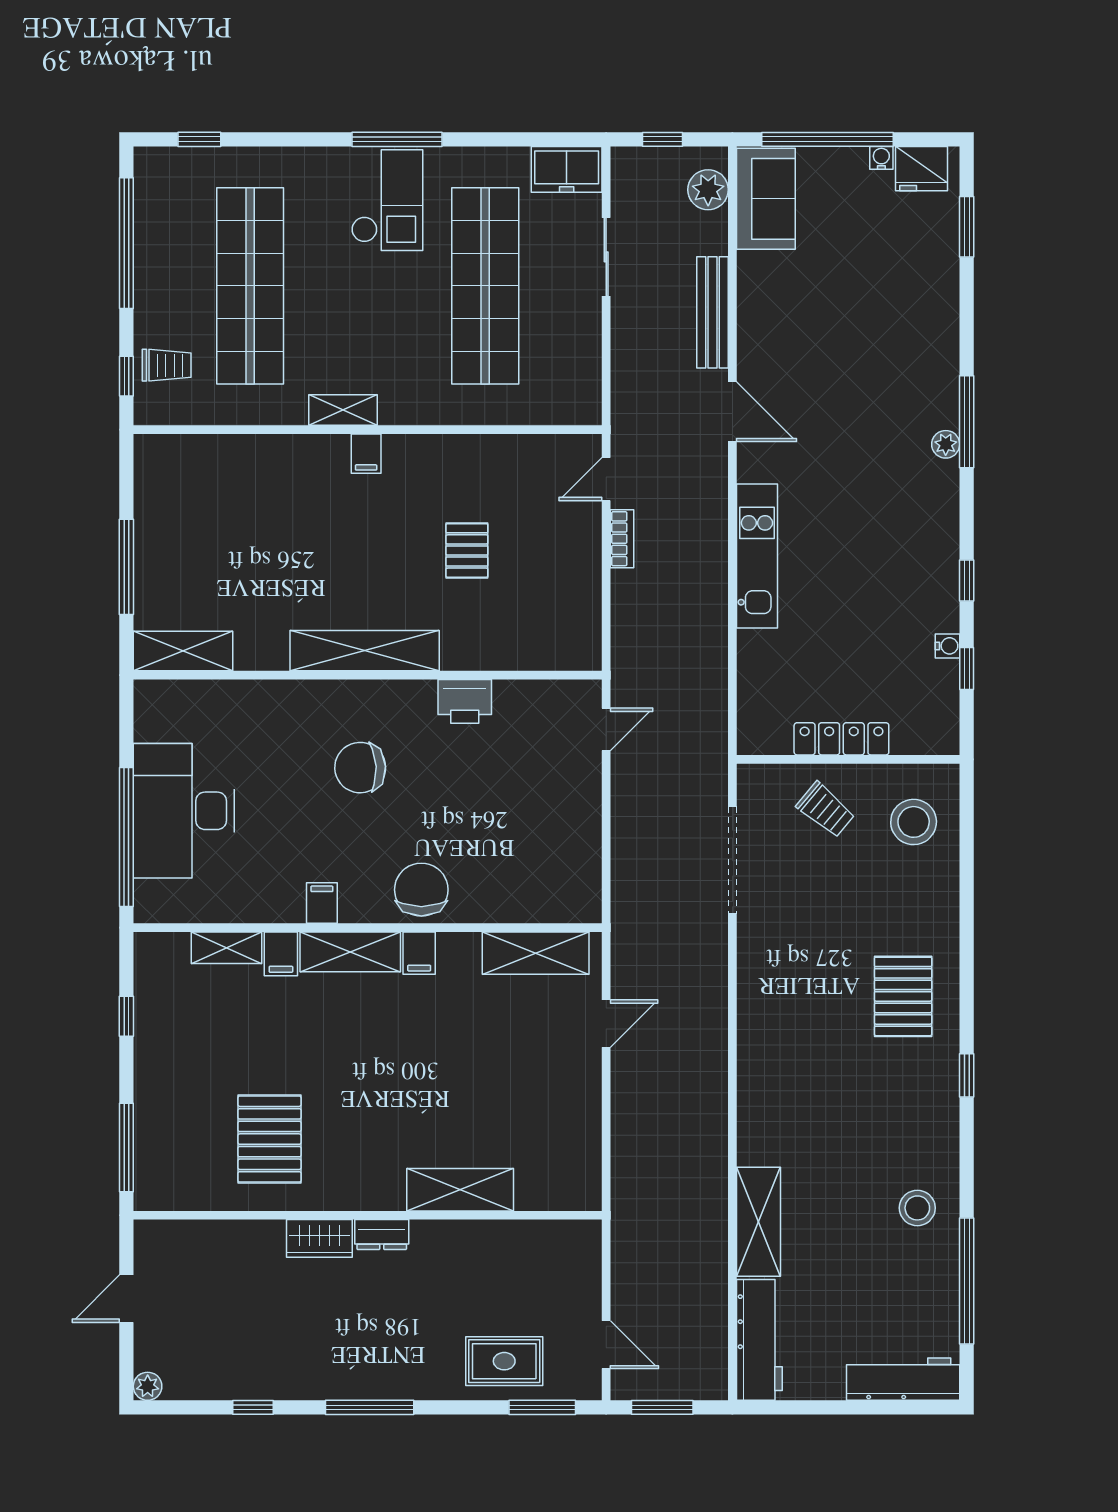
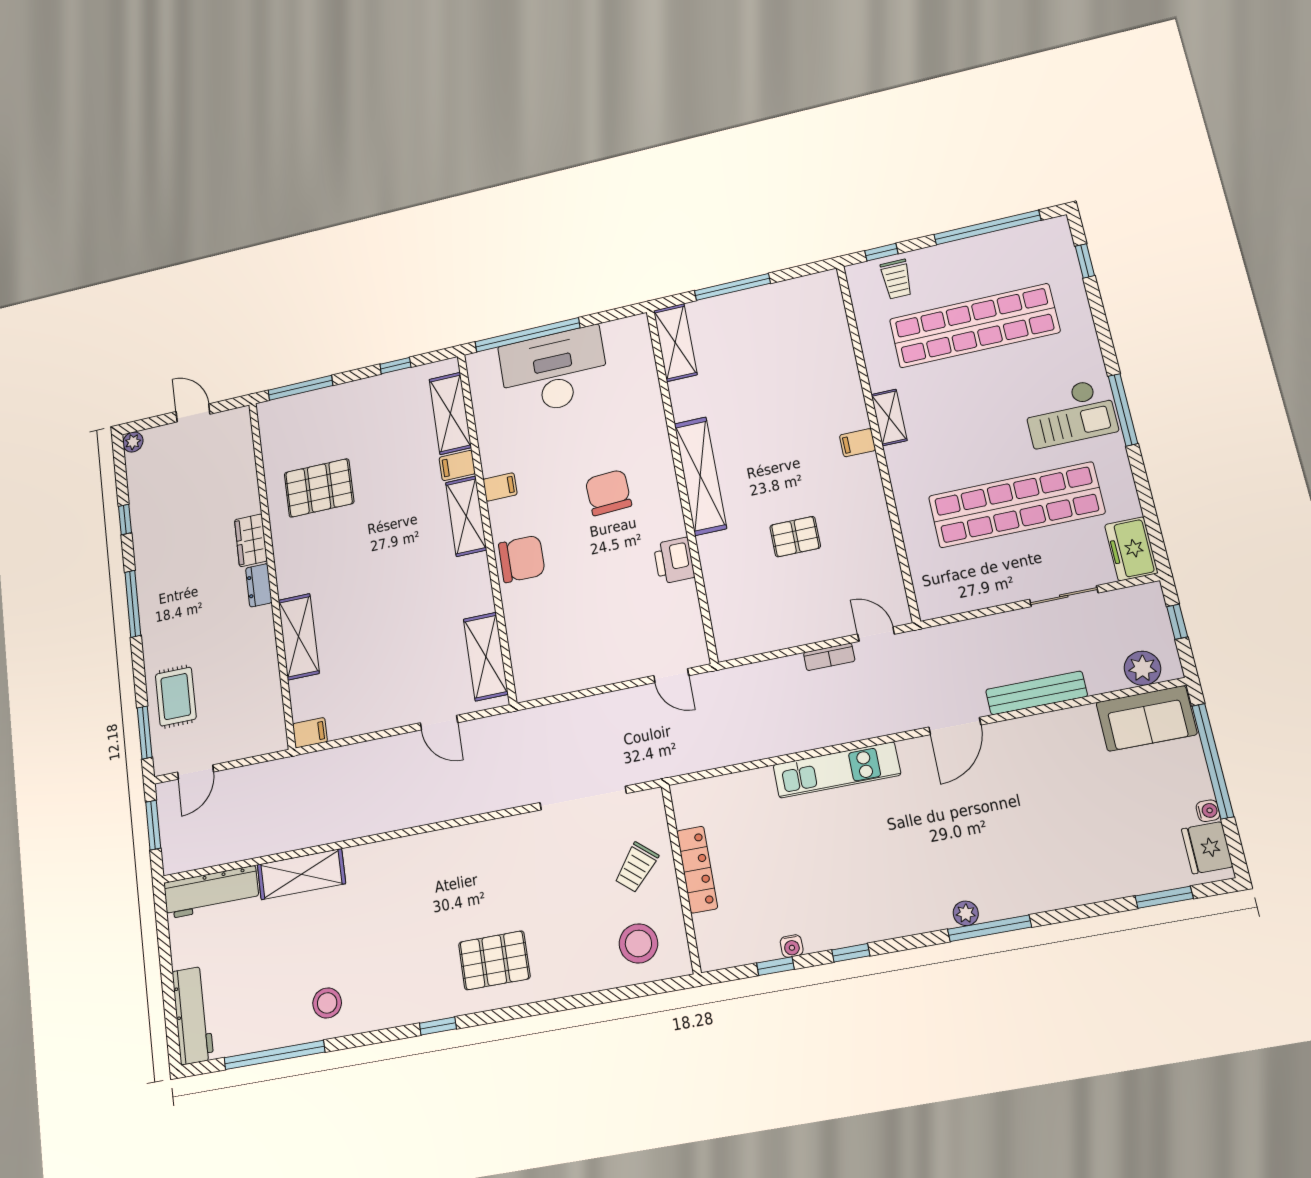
shelving: (226, 948) -> (450, 413), width x1.50, depth x1.33
filing cabinet: (419, 953) -> (310, 733), moved, turned 180

